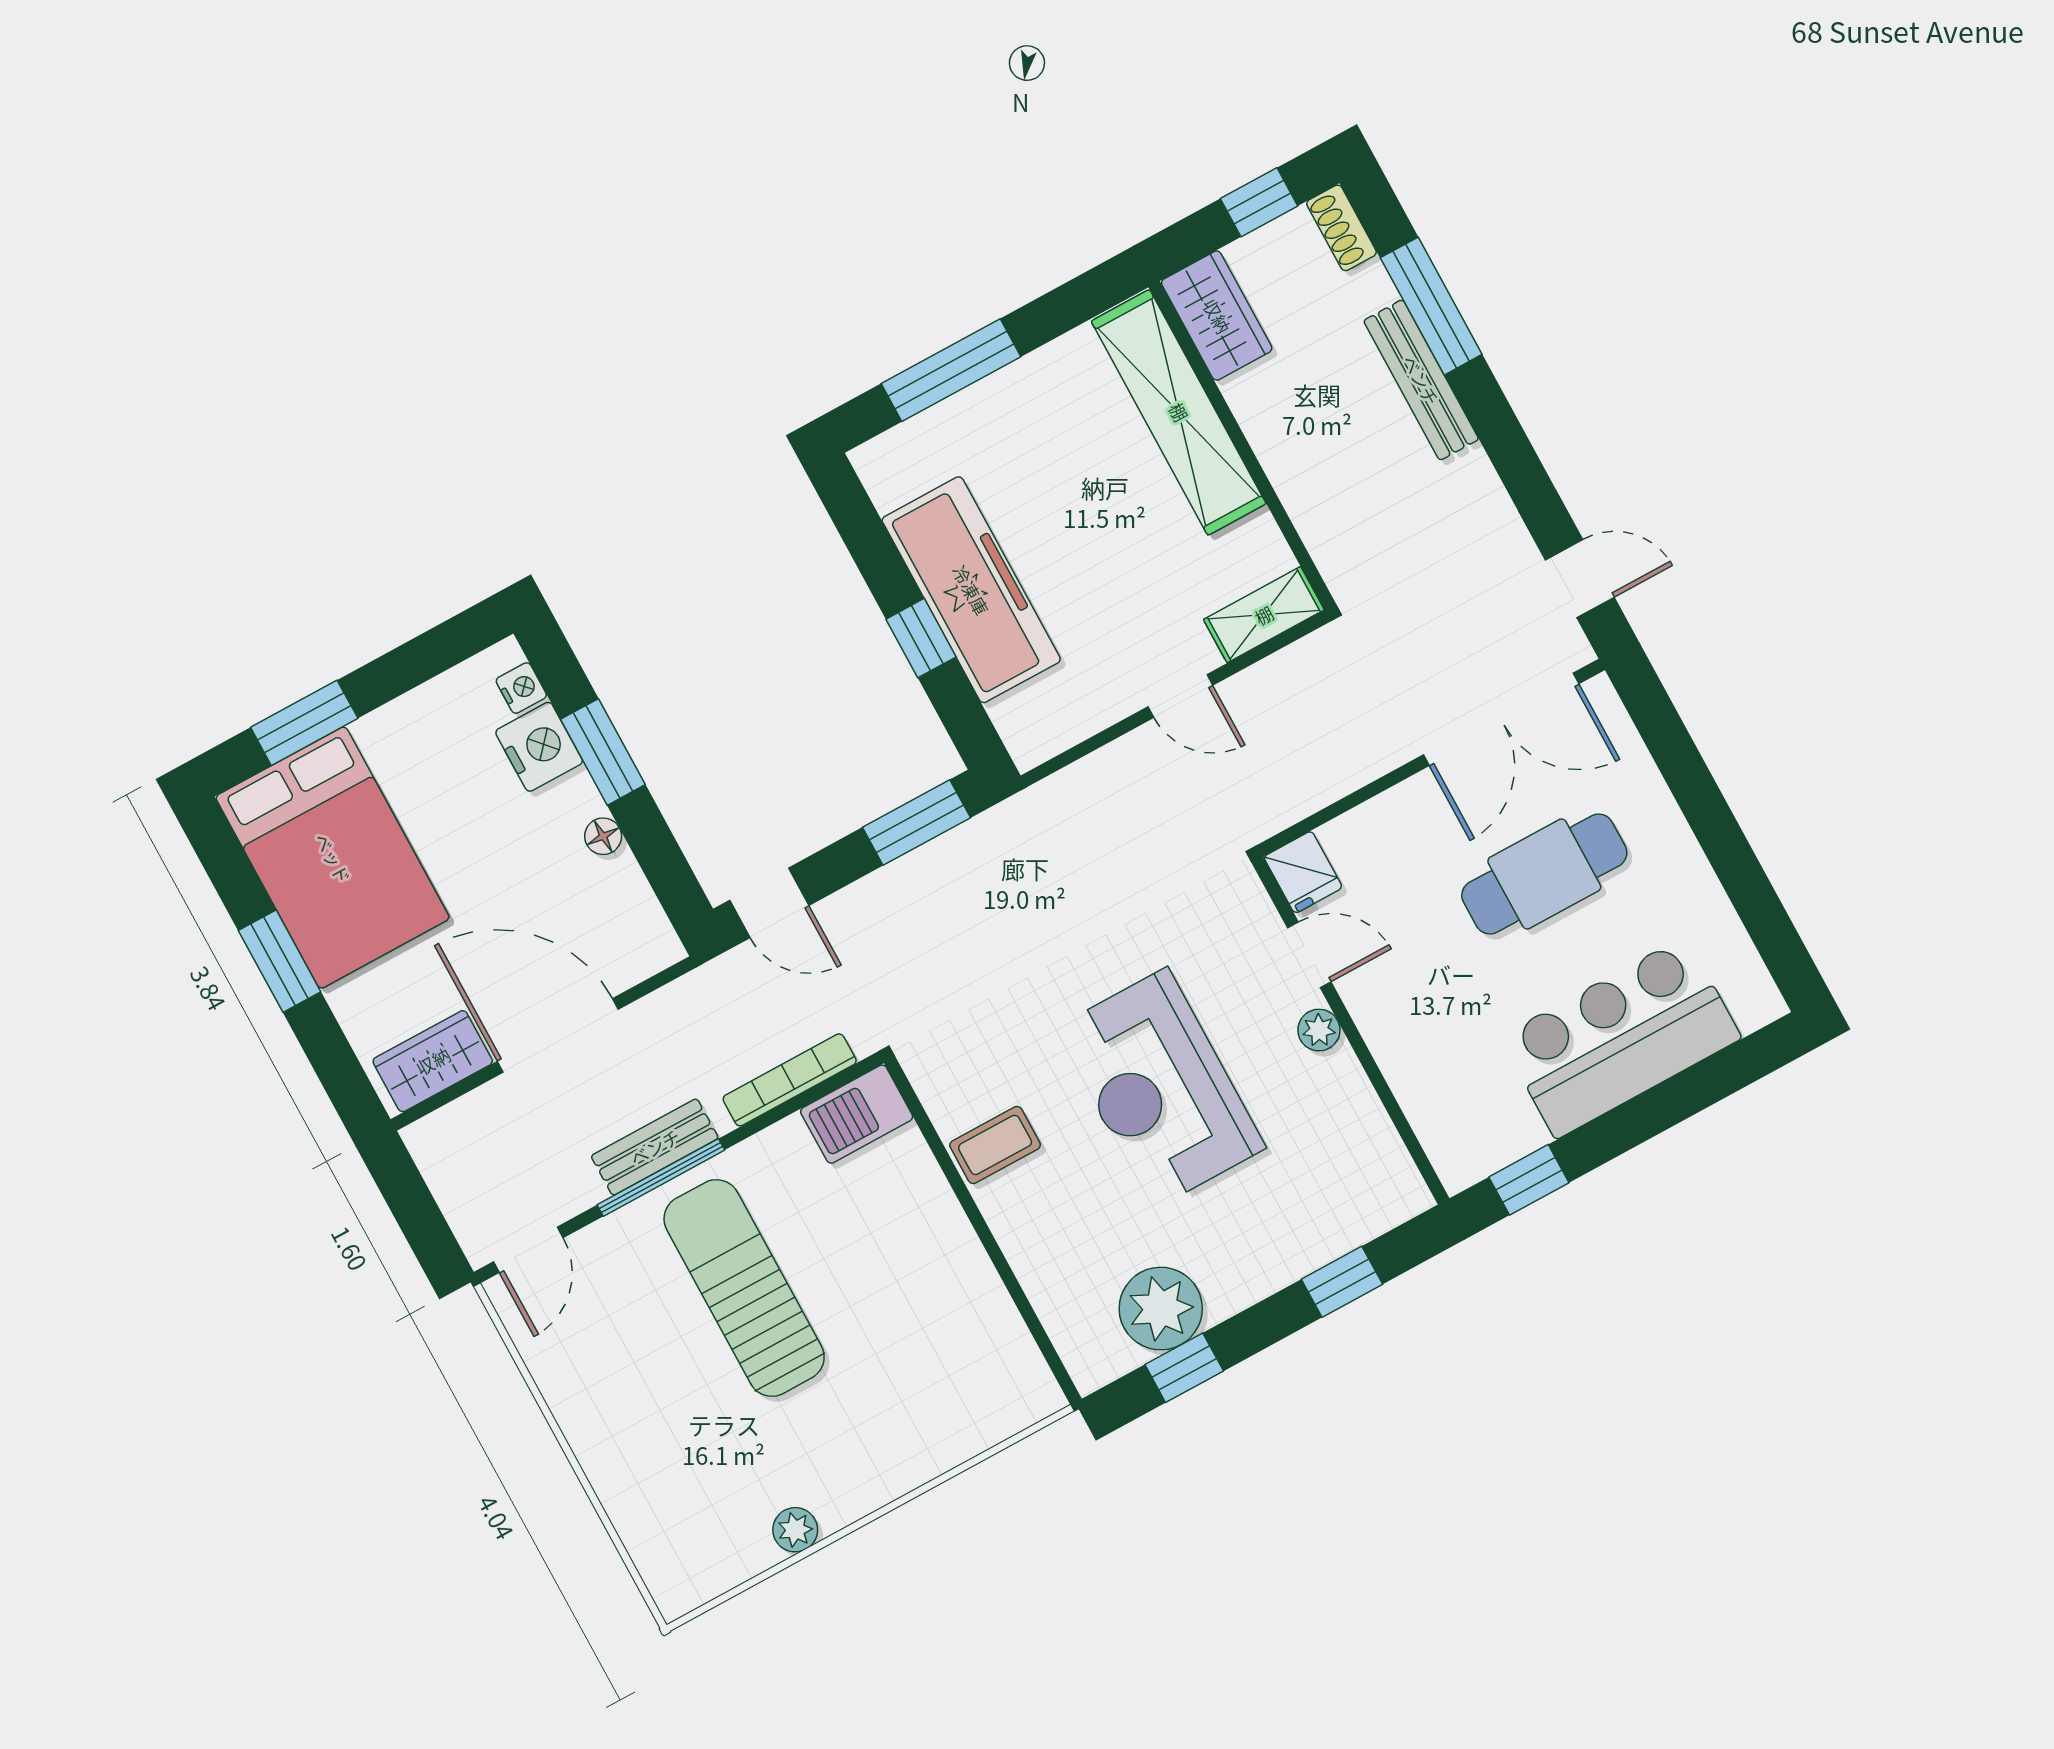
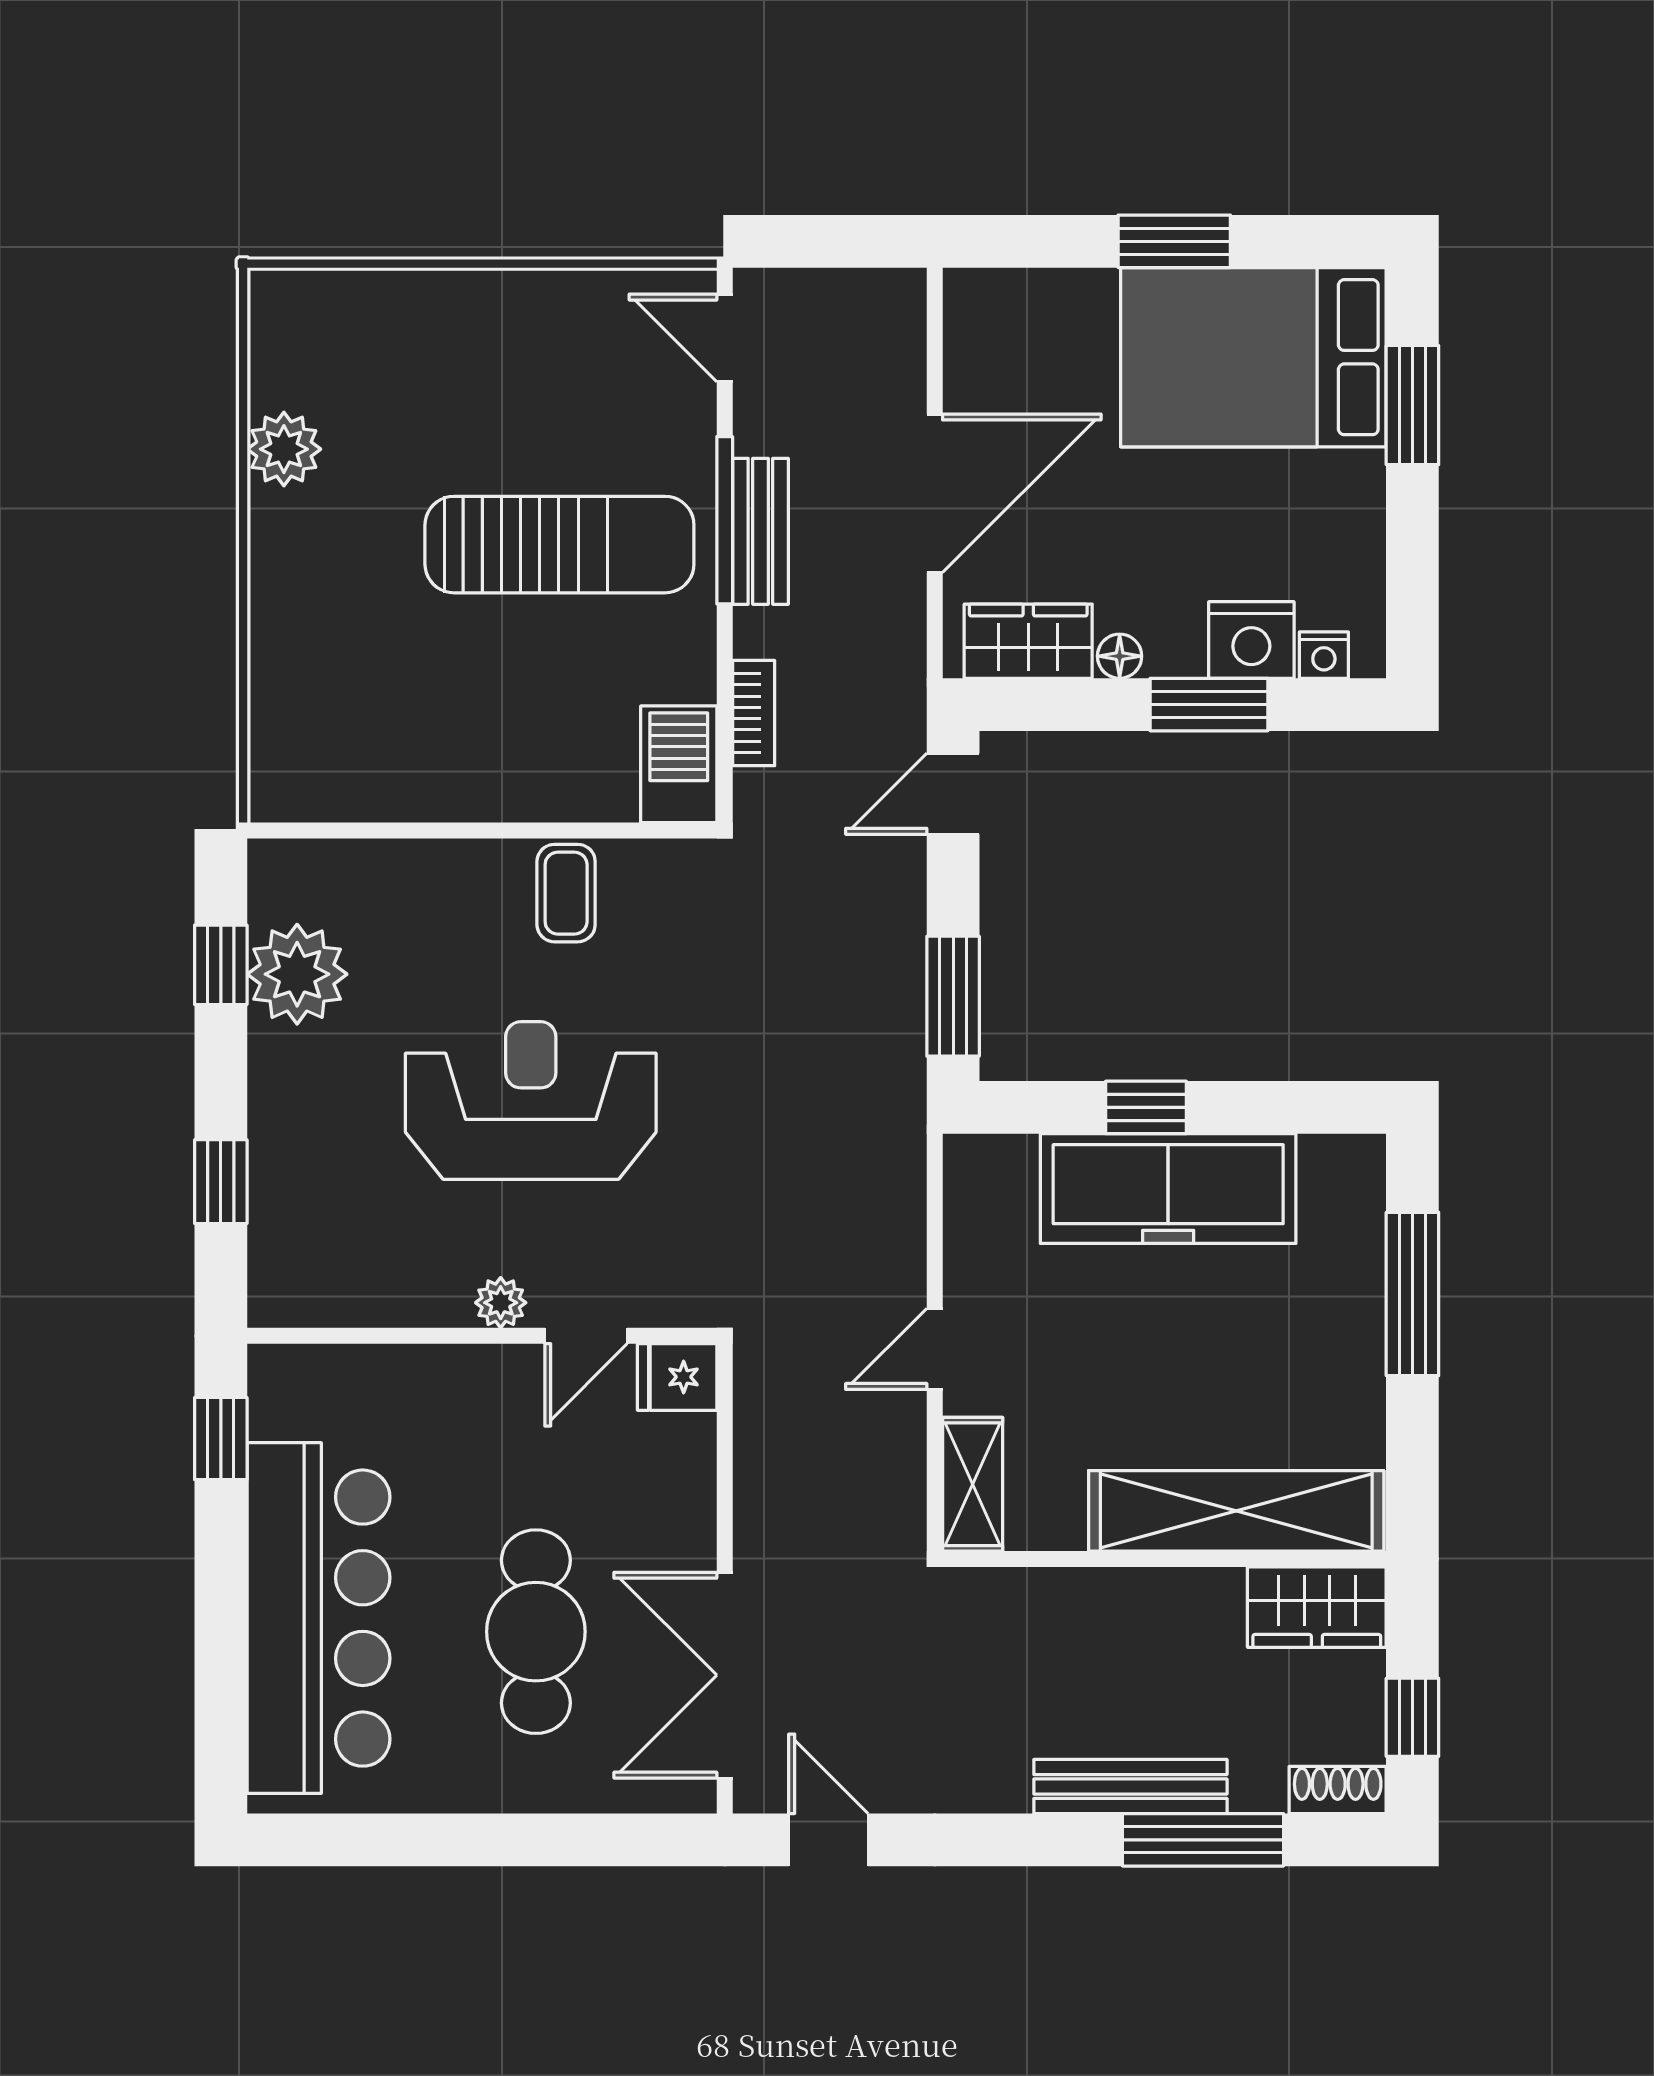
door: (1580, 579) -> (828, 1840), swing flipped
bar counter: (1621, 1038) -> (318, 1618), width x1.36
wardrobe: (433, 1061) -> (1028, 641), moved, turned -90
bookcase: (790, 1080) -> (754, 713), width x0.64
plant: (795, 1530) -> (284, 449), width x1.38, depth x1.38

